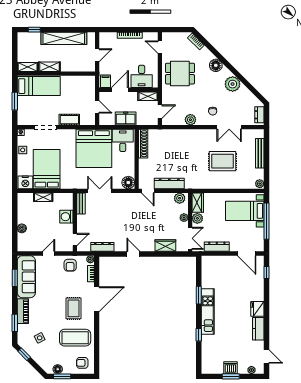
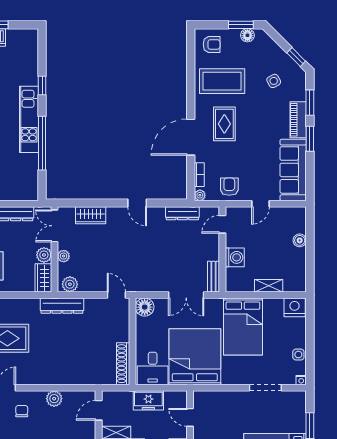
cot: (69, 120) -> (230, 399), removed
bed: (47, 169) -> (243, 327), moved
dresser: (169, 184) -> (62, 306), moved
window: (15, 278) -> (310, 139), moved
window: (199, 295) -> (42, 143), width x2.11

